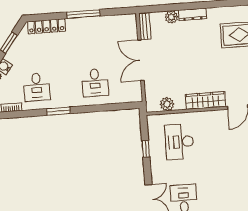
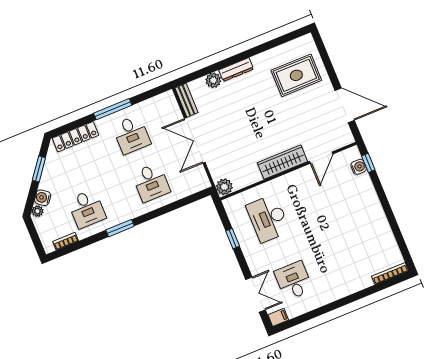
desk: (92, 39) -> (131, 135), added
plant: (167, 104) -> (224, 187), moved

